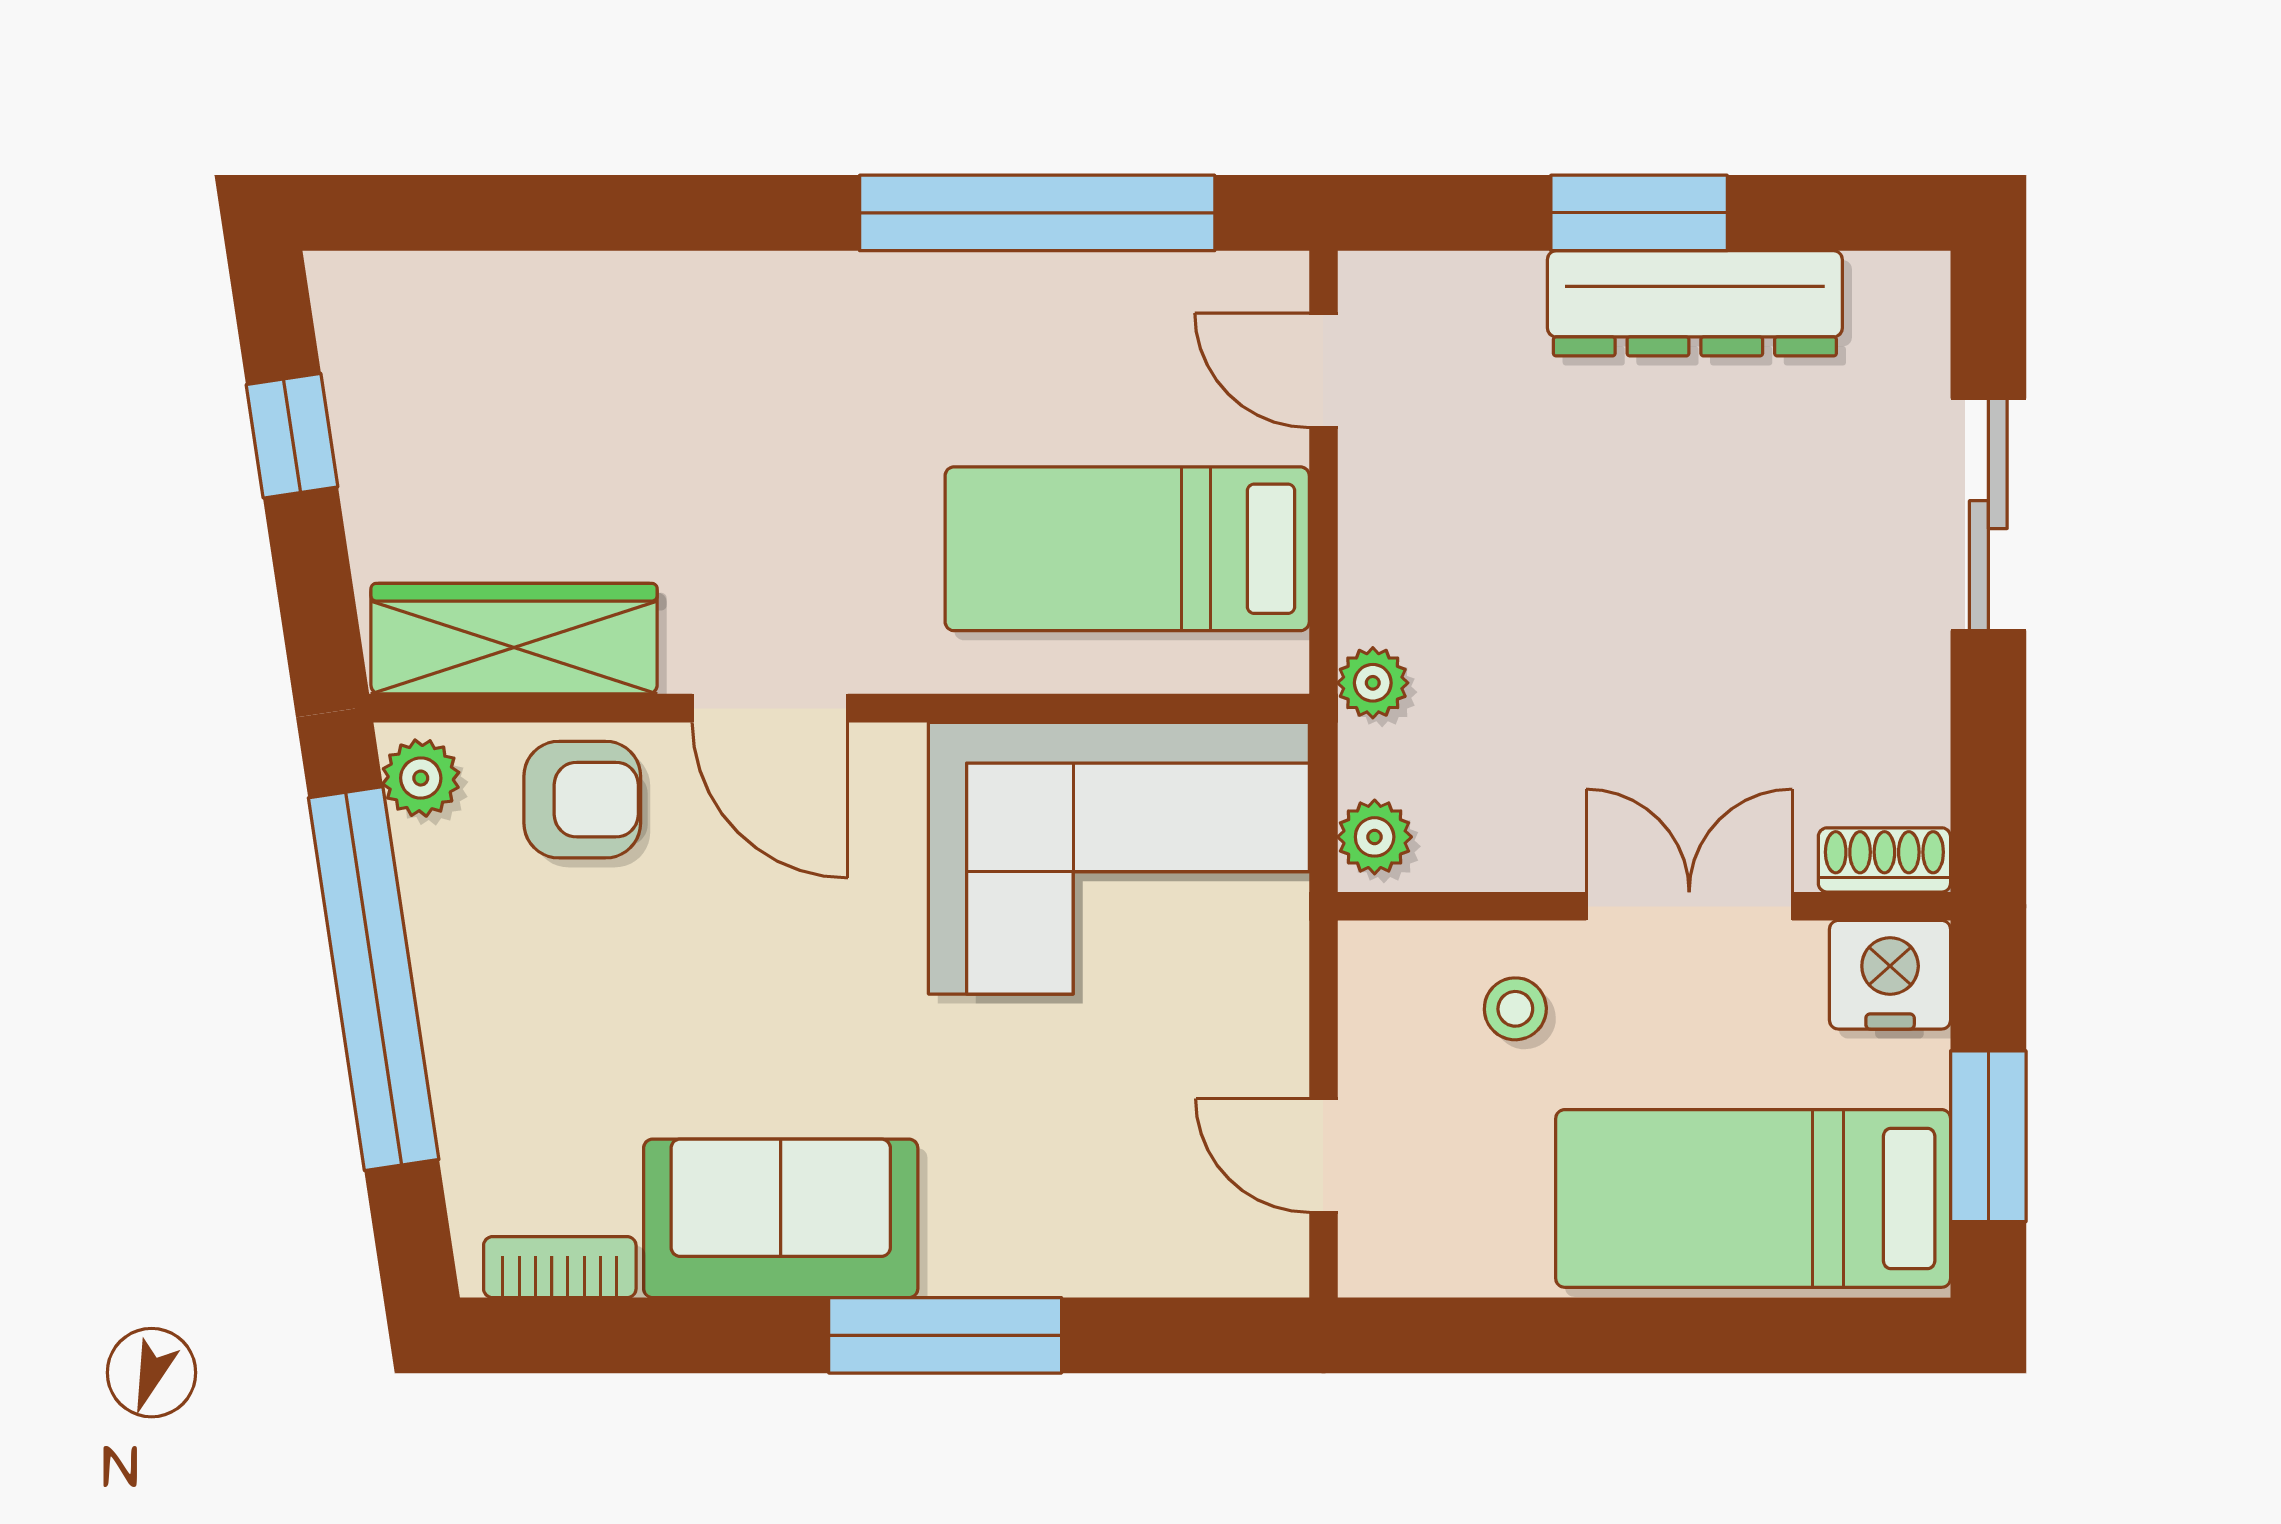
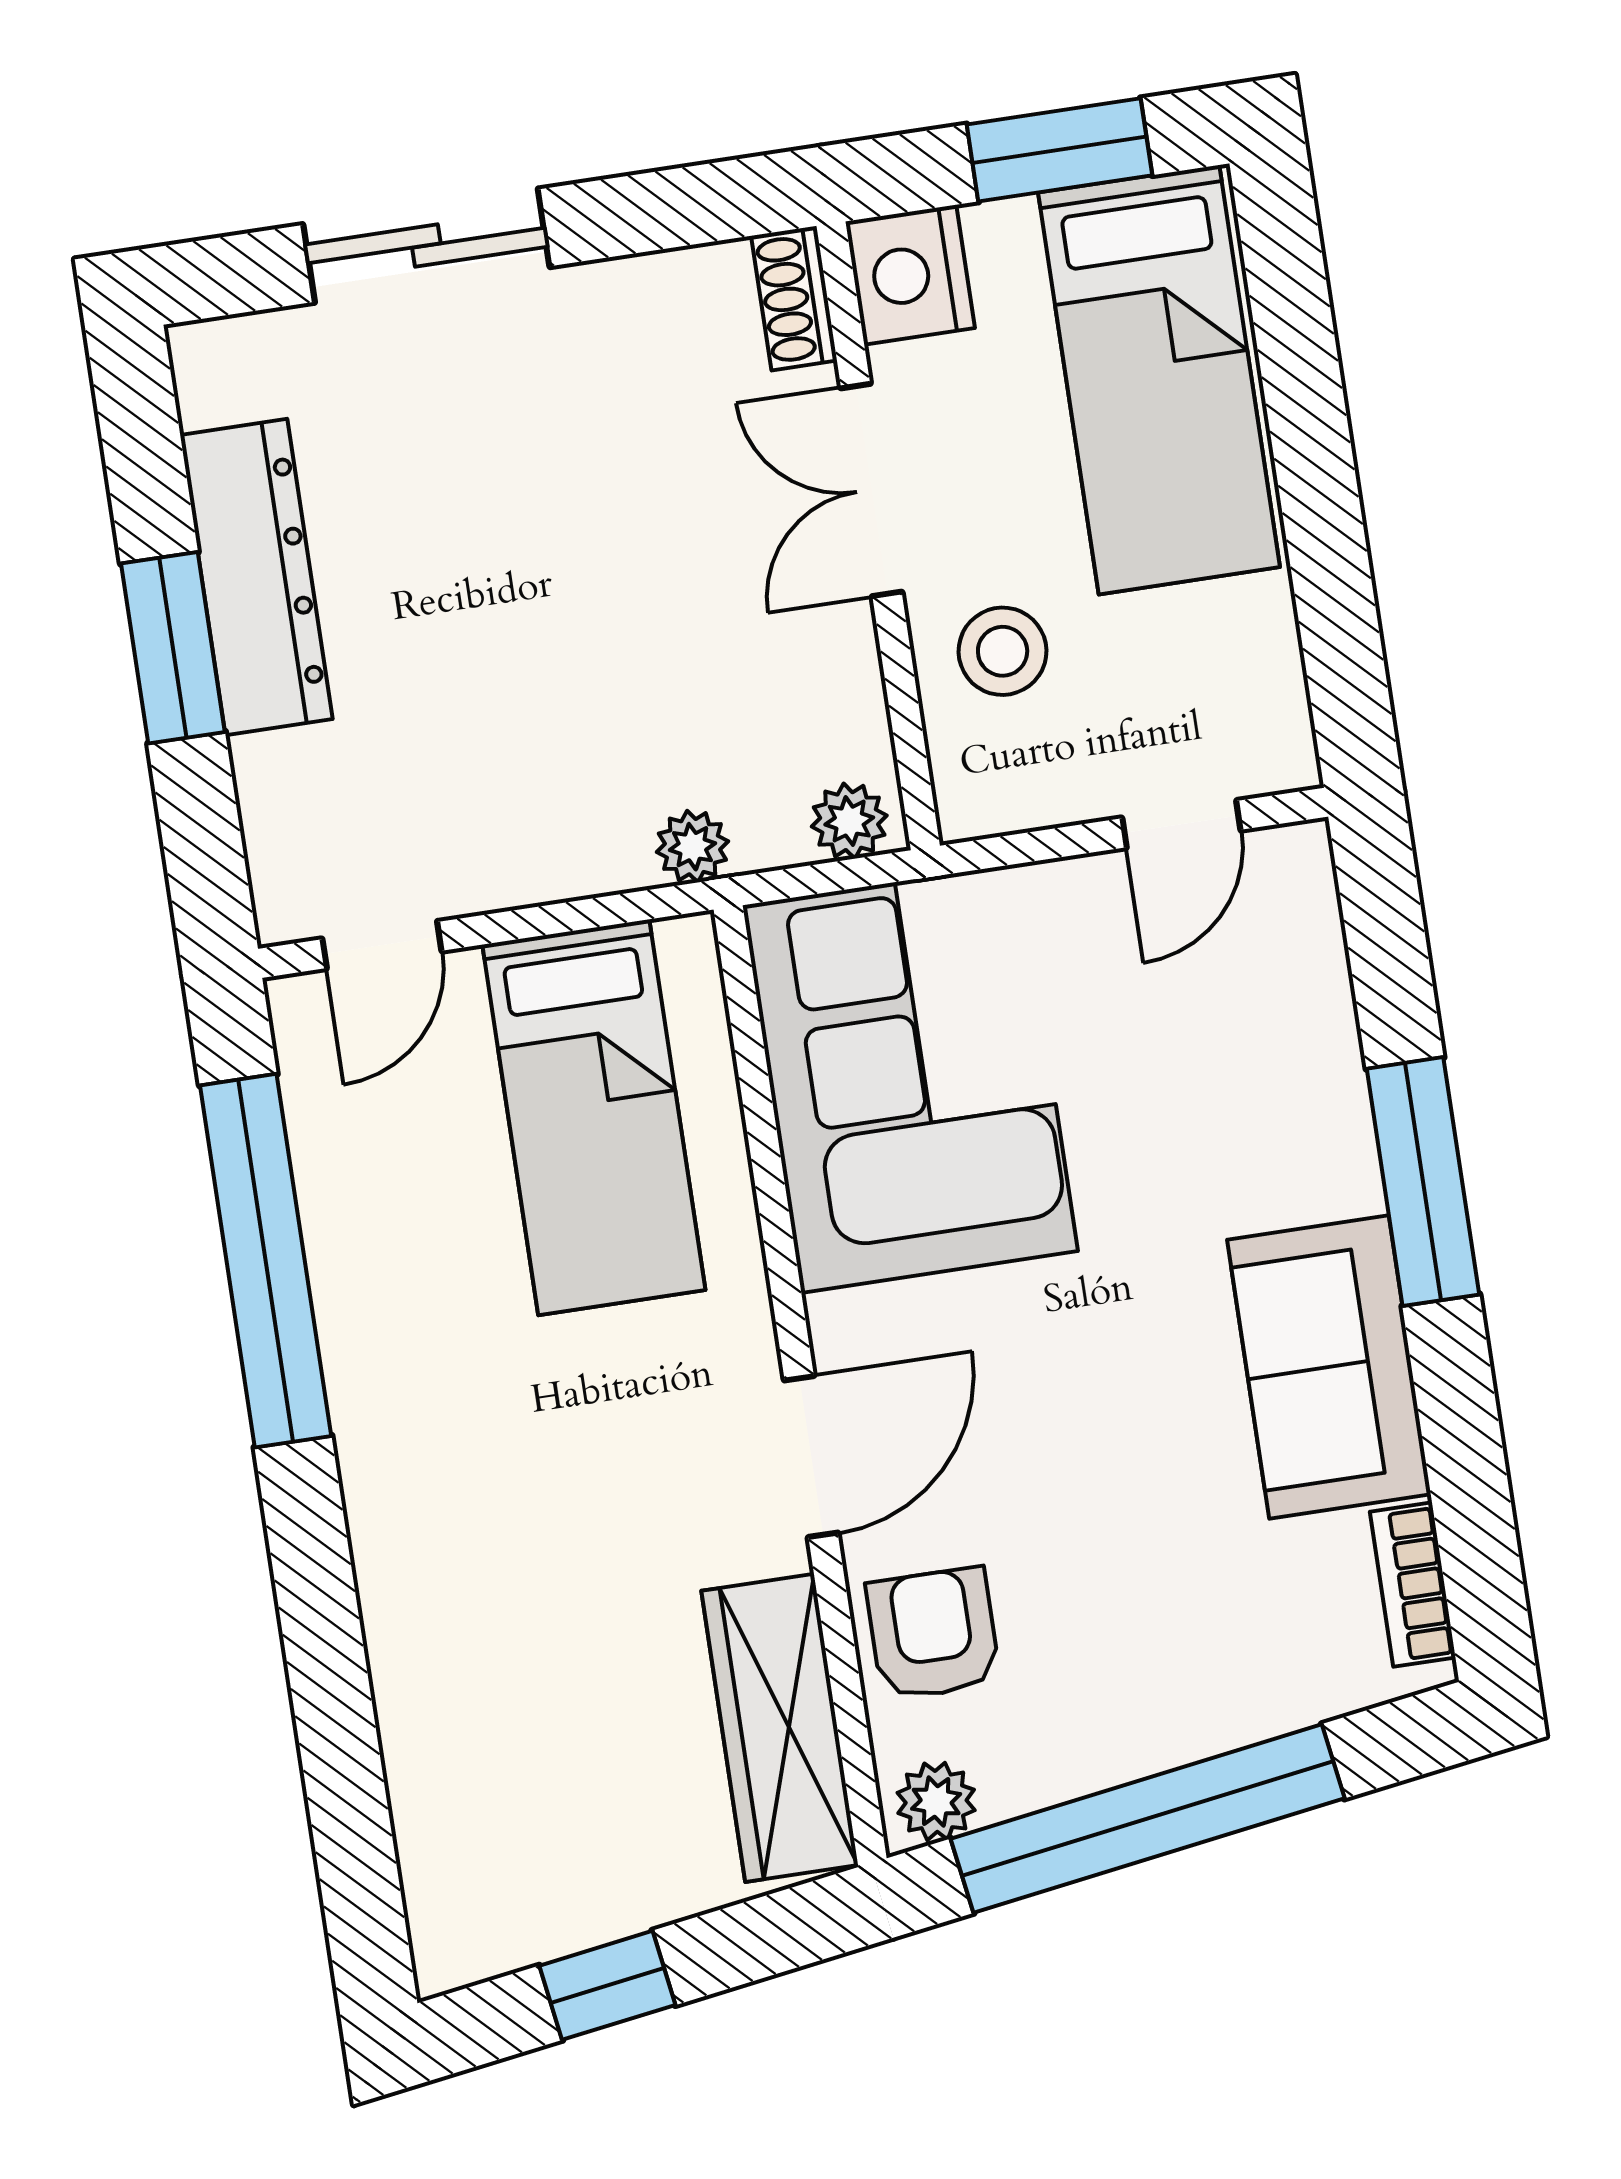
stool: (1515, 1009) -> (1003, 651), width x1.37, depth x1.37

